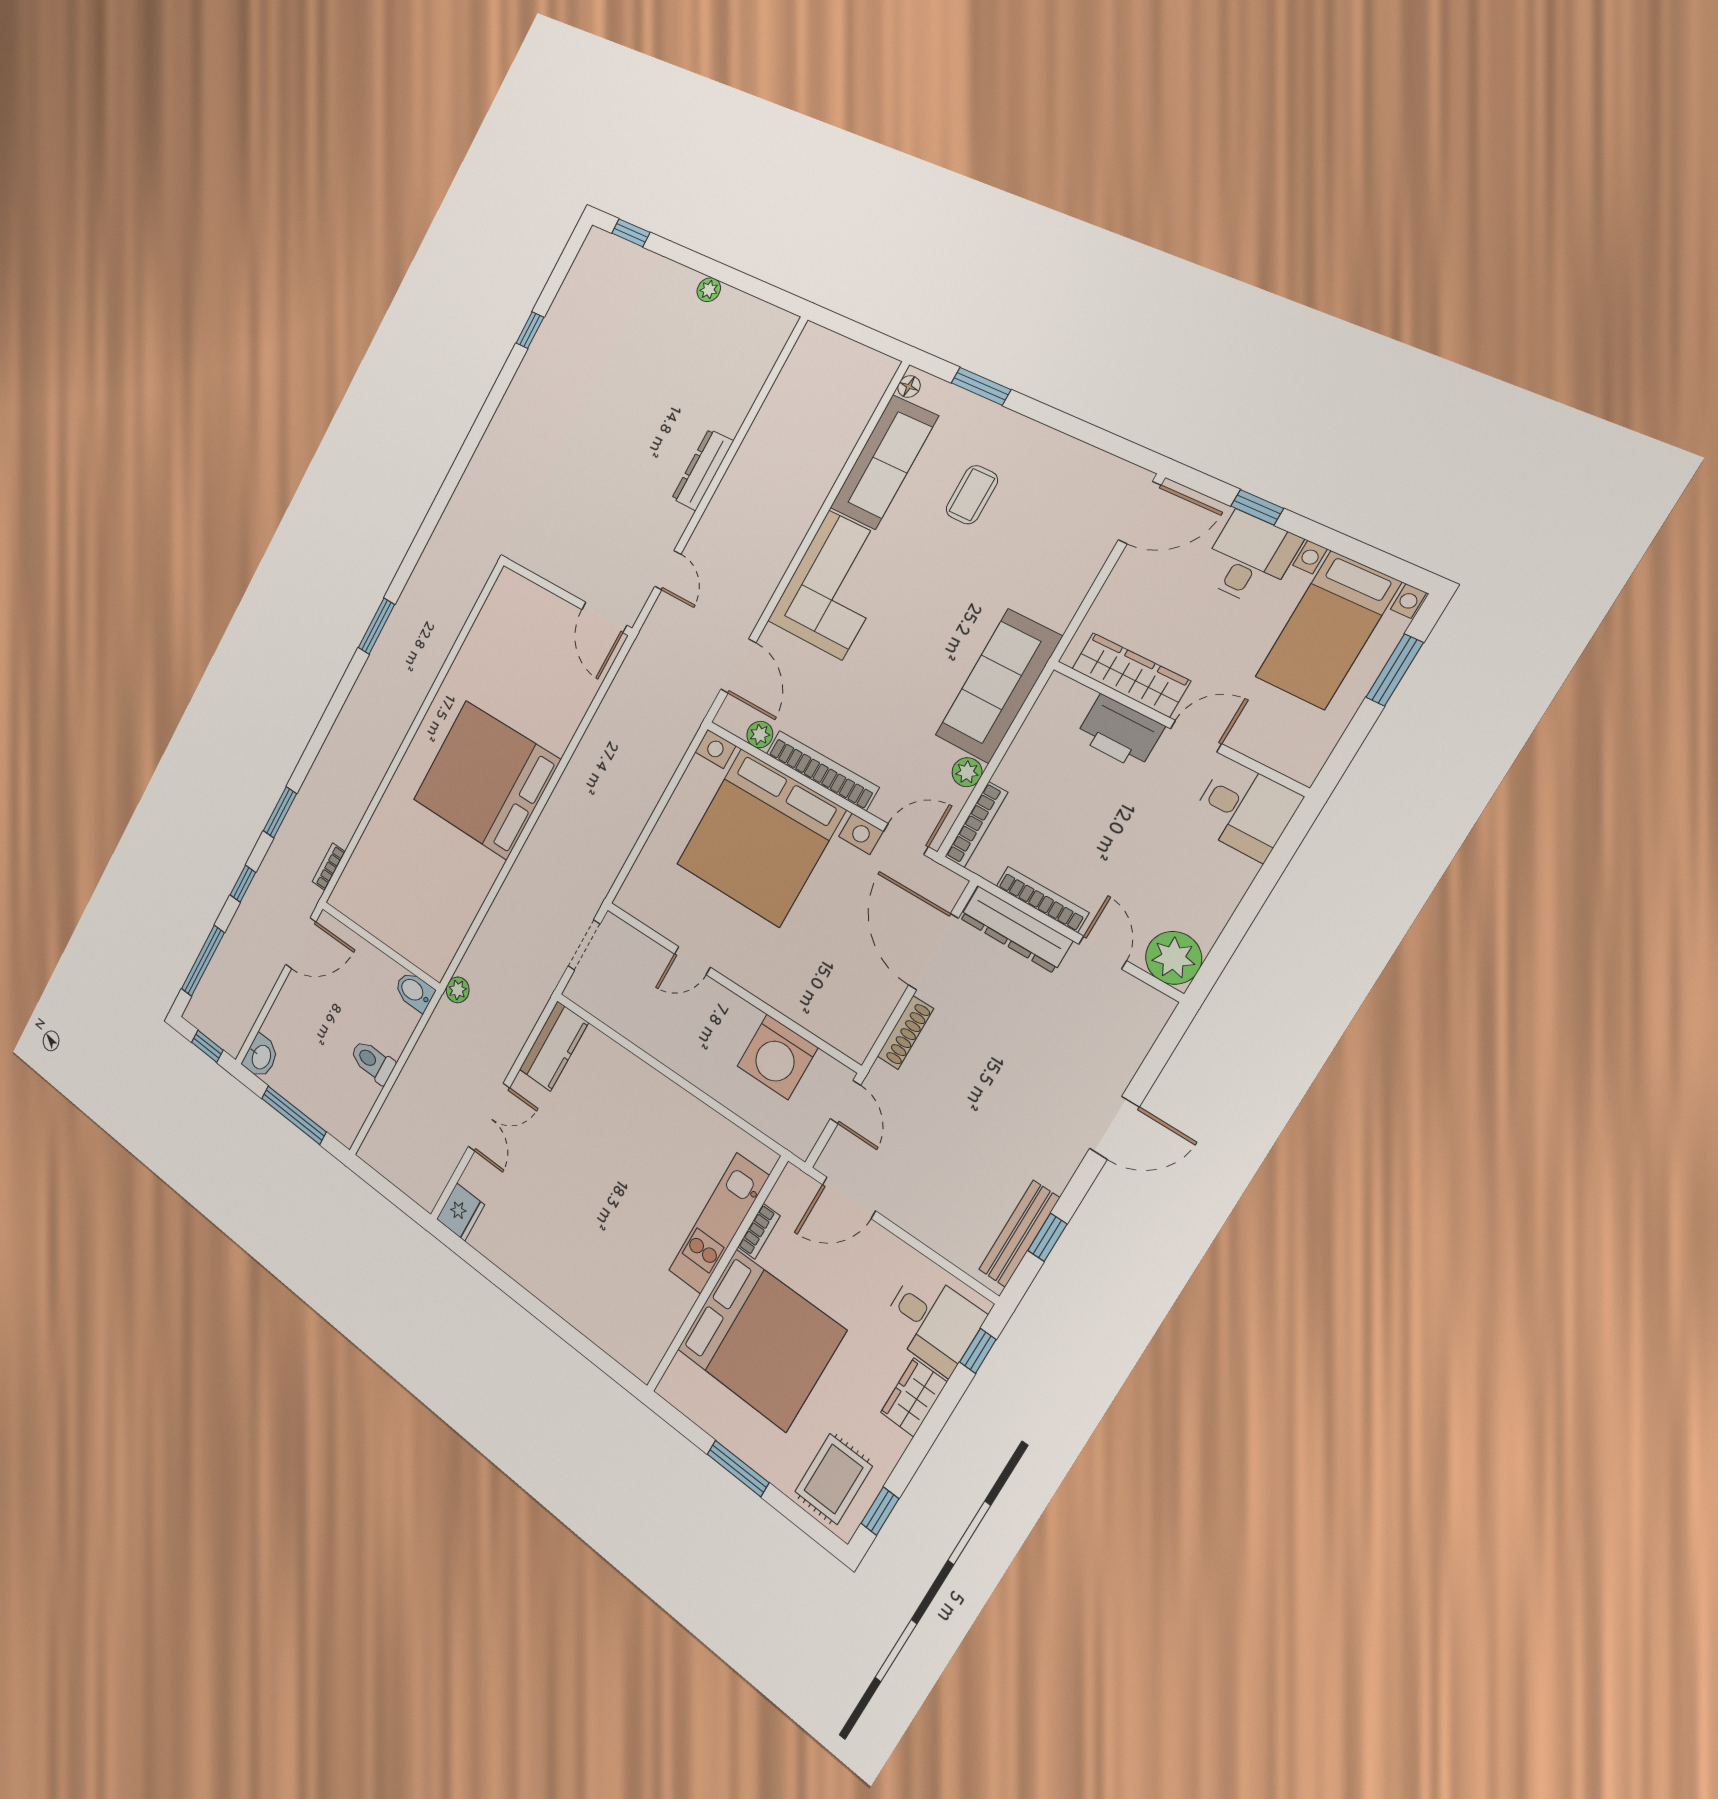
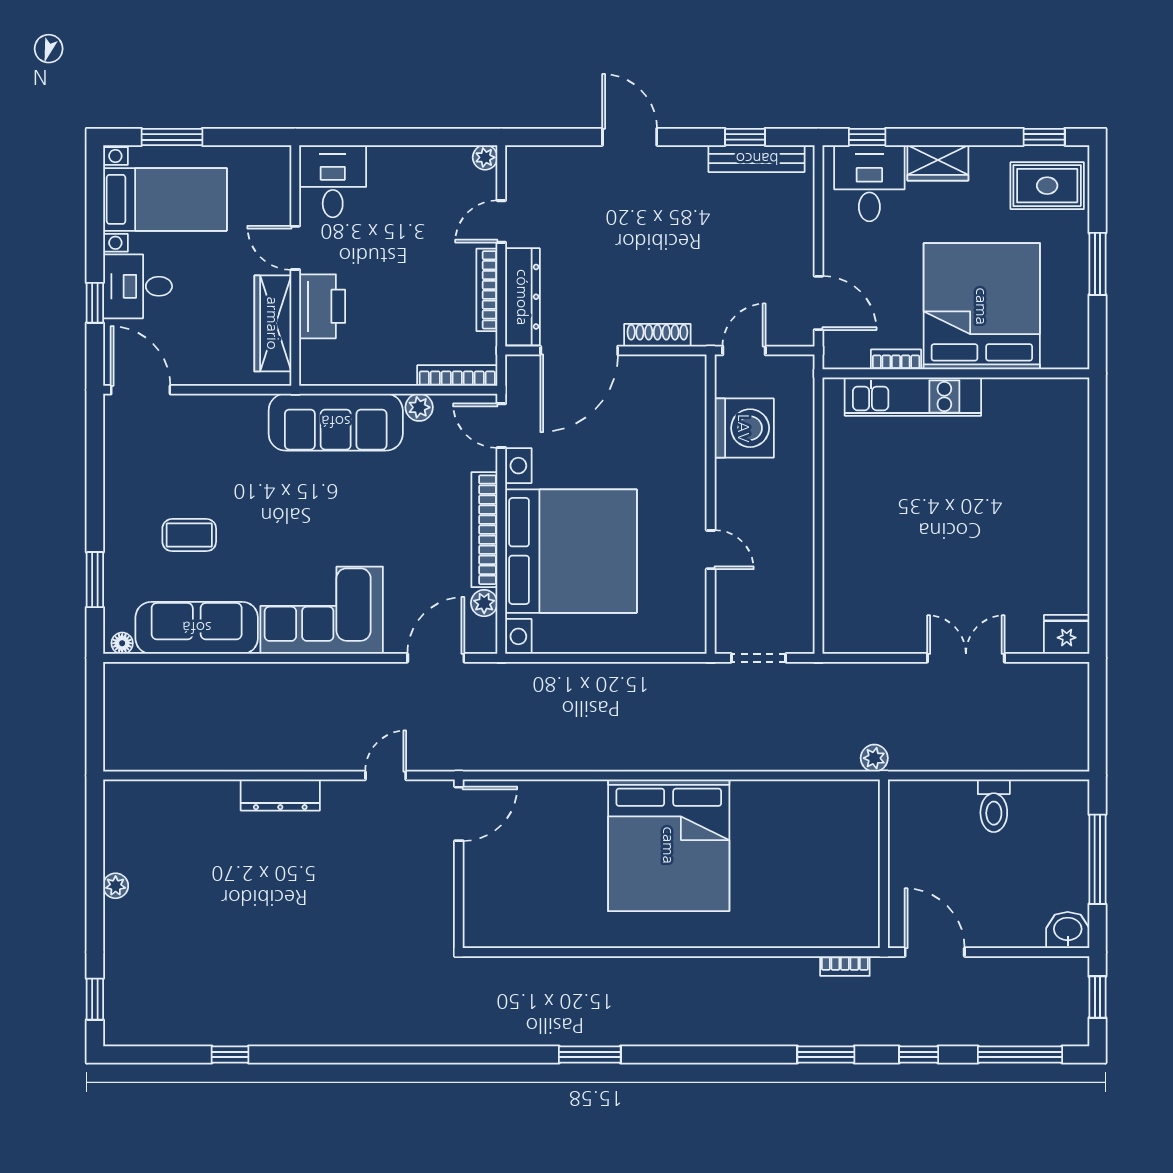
plant: (1174, 958) -> (485, 157), width x0.53, depth x0.53
bidet: (414, 991) -> (903, 802), removed
kitchen counter: (554, 1046) -> (864, 633), removed

